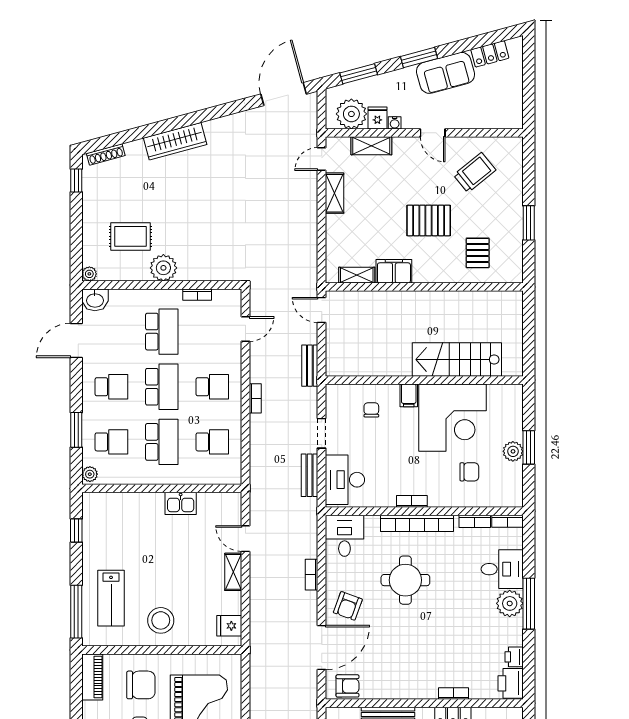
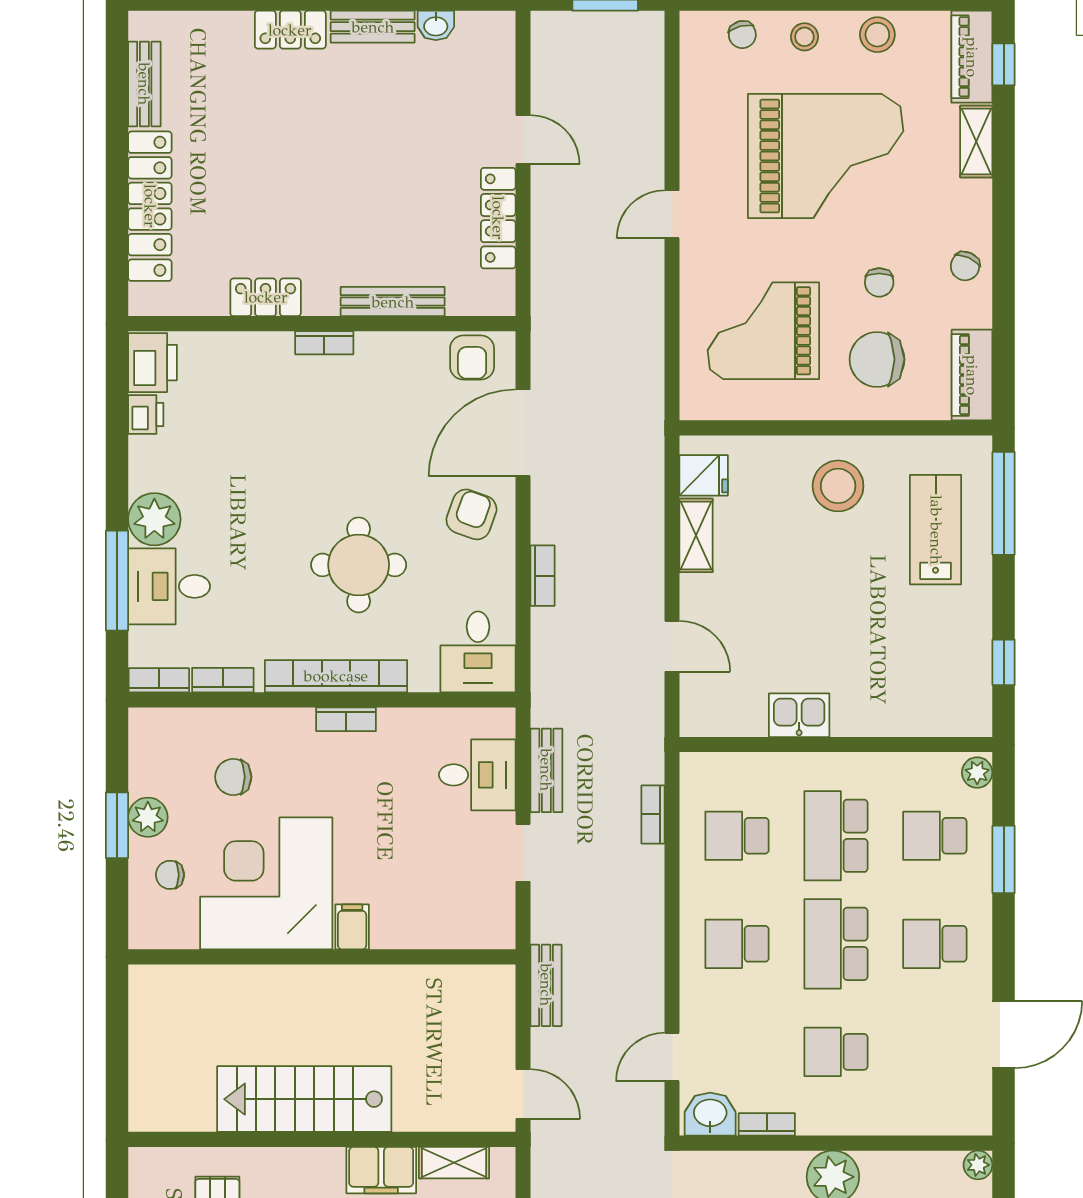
washbasin: (95, 300) -> (710, 1114), moved
school desk: (162, 332) -> (836, 1052), width x0.54
stairs: (457, 359) -> (304, 1099), moved, turned 180
bookcase: (255, 398) -> (653, 814), moved
chair: (371, 410) -> (170, 875), moved, turned 90
desk: (345, 480) -> (477, 775), width x0.73
shelving: (233, 572) -> (696, 535), moved
window: (529, 604) -> (117, 581), moved
armchair: (348, 686) -> (472, 358), turned -90
bookcase: (454, 694) -> (324, 343), moved

